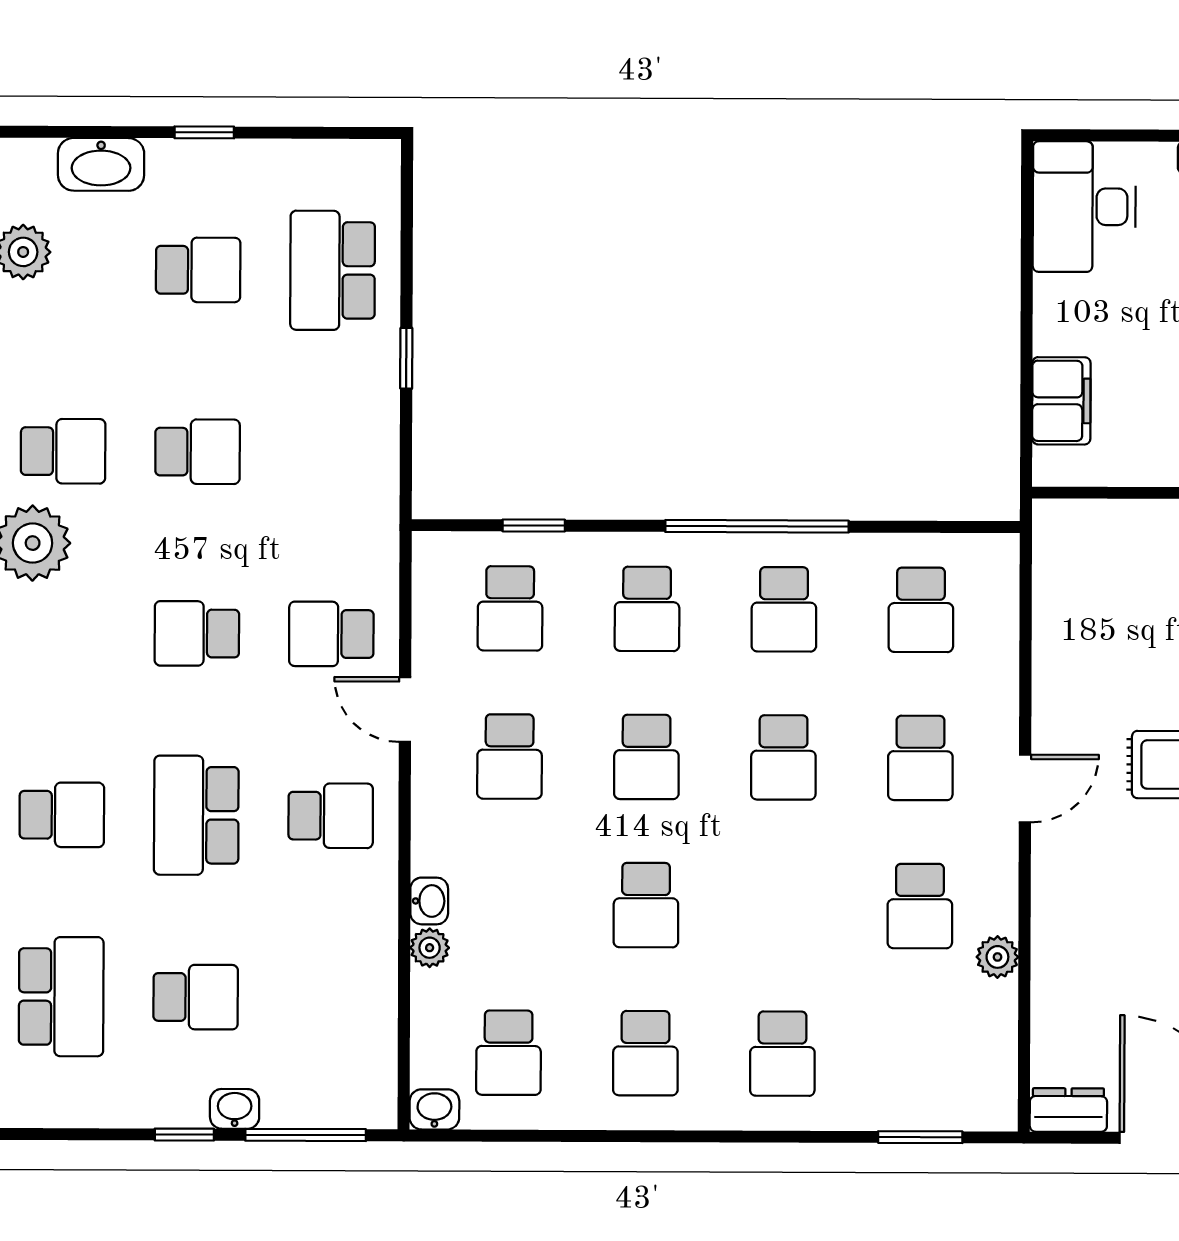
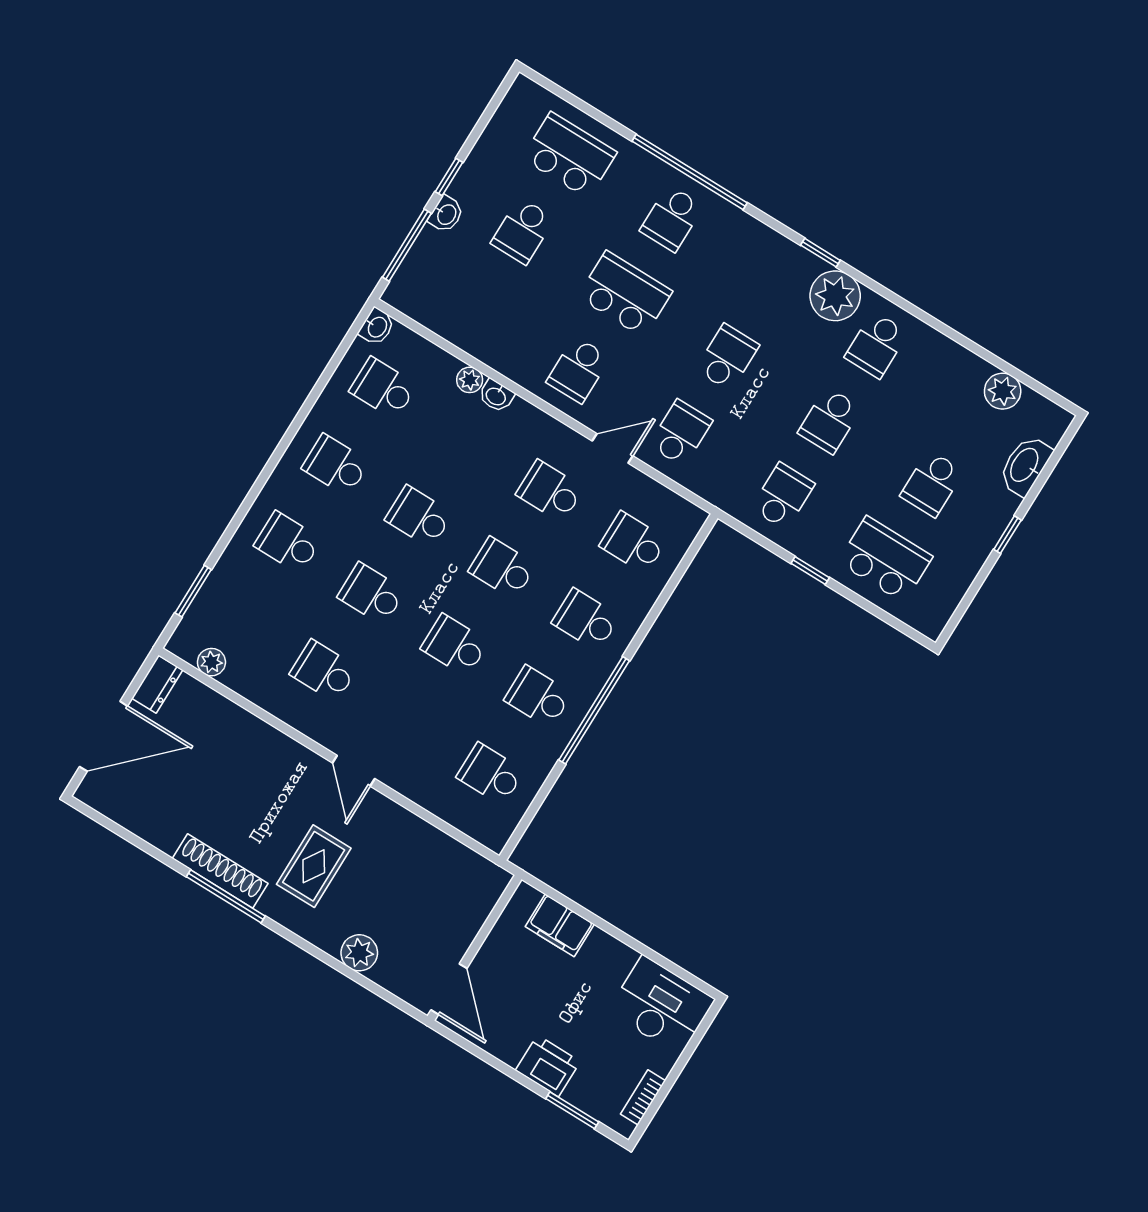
school desk: (332, 452) -> (783, 496), added
window: (534, 525) -> (672, 585), removed
school desk: (920, 758) -> (371, 594), moved
plant: (997, 957) -> (211, 662), moved
school desk: (61, 997) -> (569, 155), turned 180

